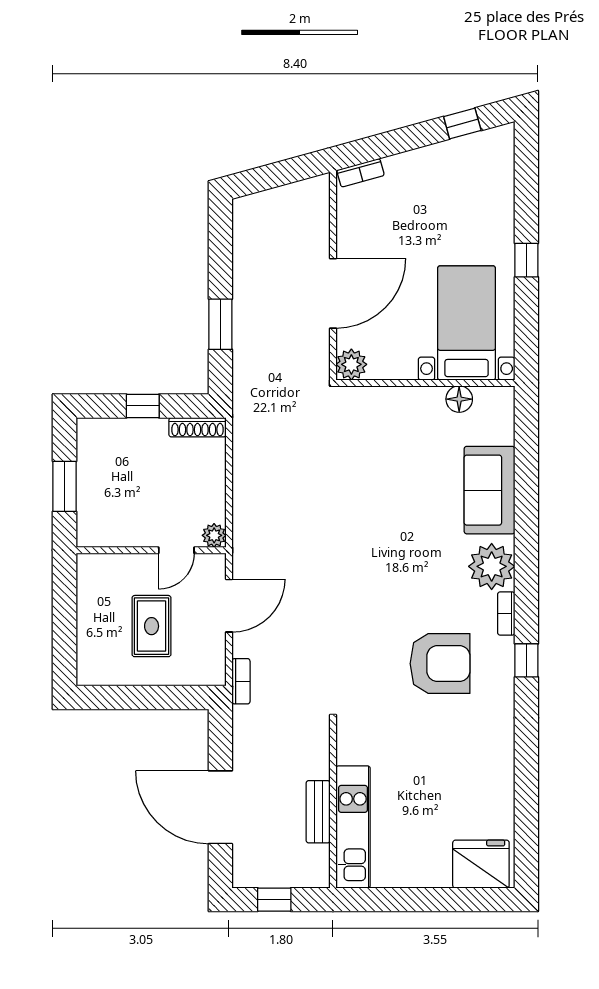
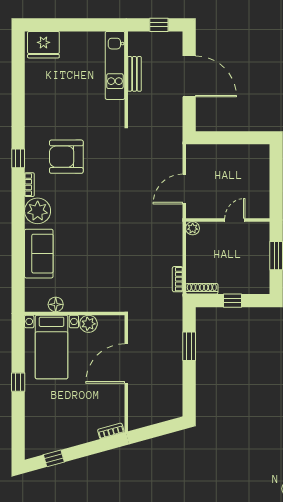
plant: (351, 364) -> (88, 324), moved
door: (176, 550) -> (235, 220), moved
rug: (152, 626) -> (228, 178), removed
bookcase: (241, 681) -> (178, 279), moved

